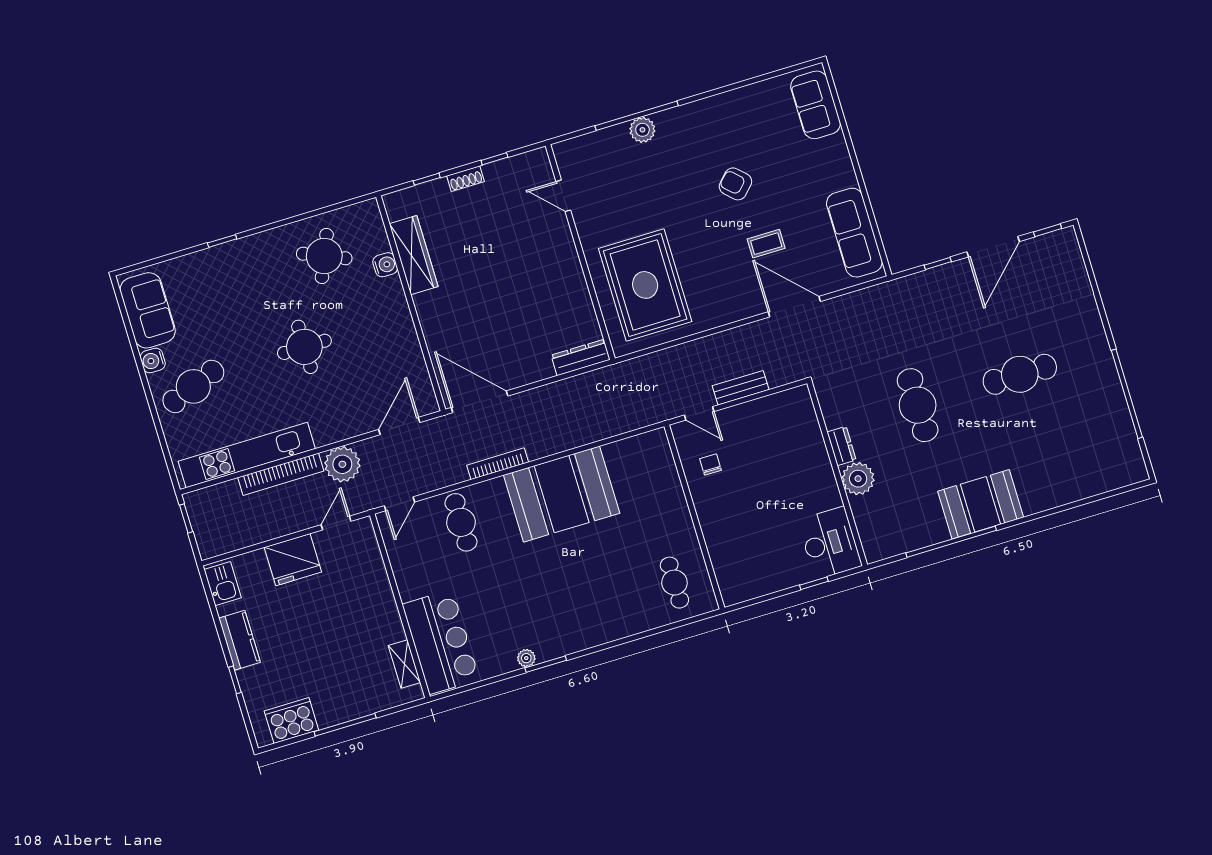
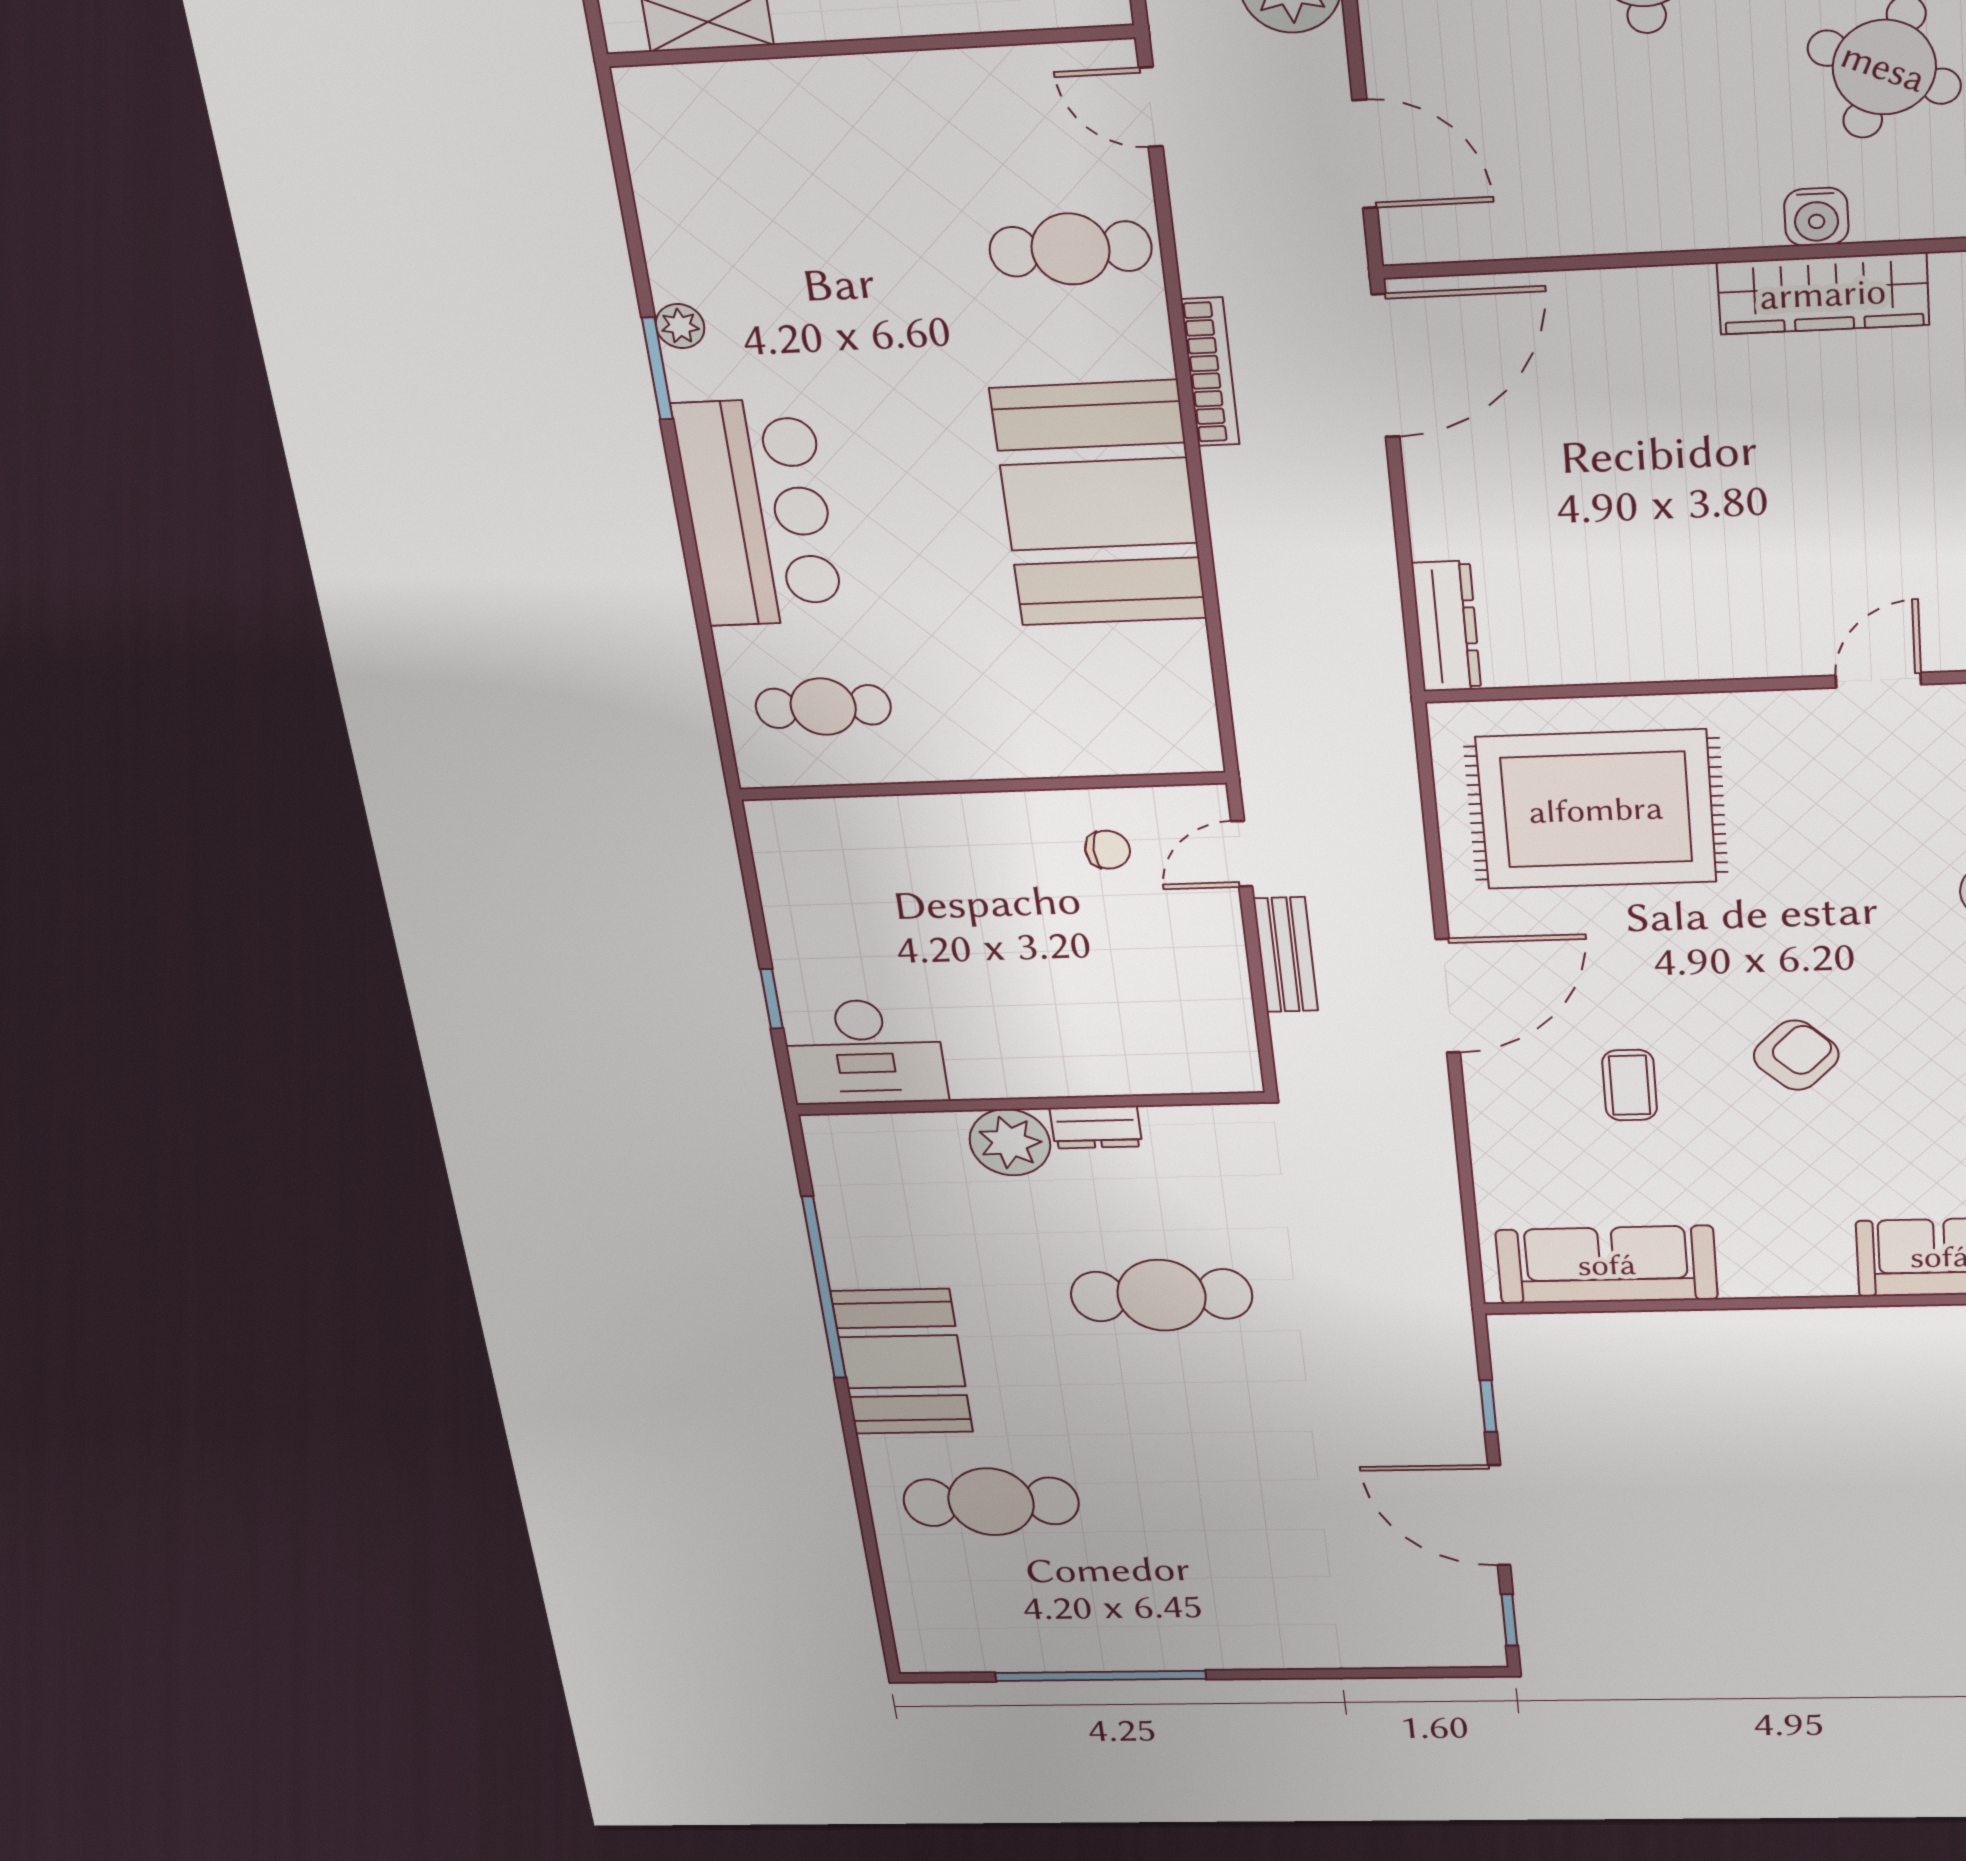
door: (794, 307) -> (1448, 996), moved
cafe table: (1020, 374) -> (991, 1502), moved, turned 90
bar counter: (441, 642) -> (759, 513), moved, turned -90

